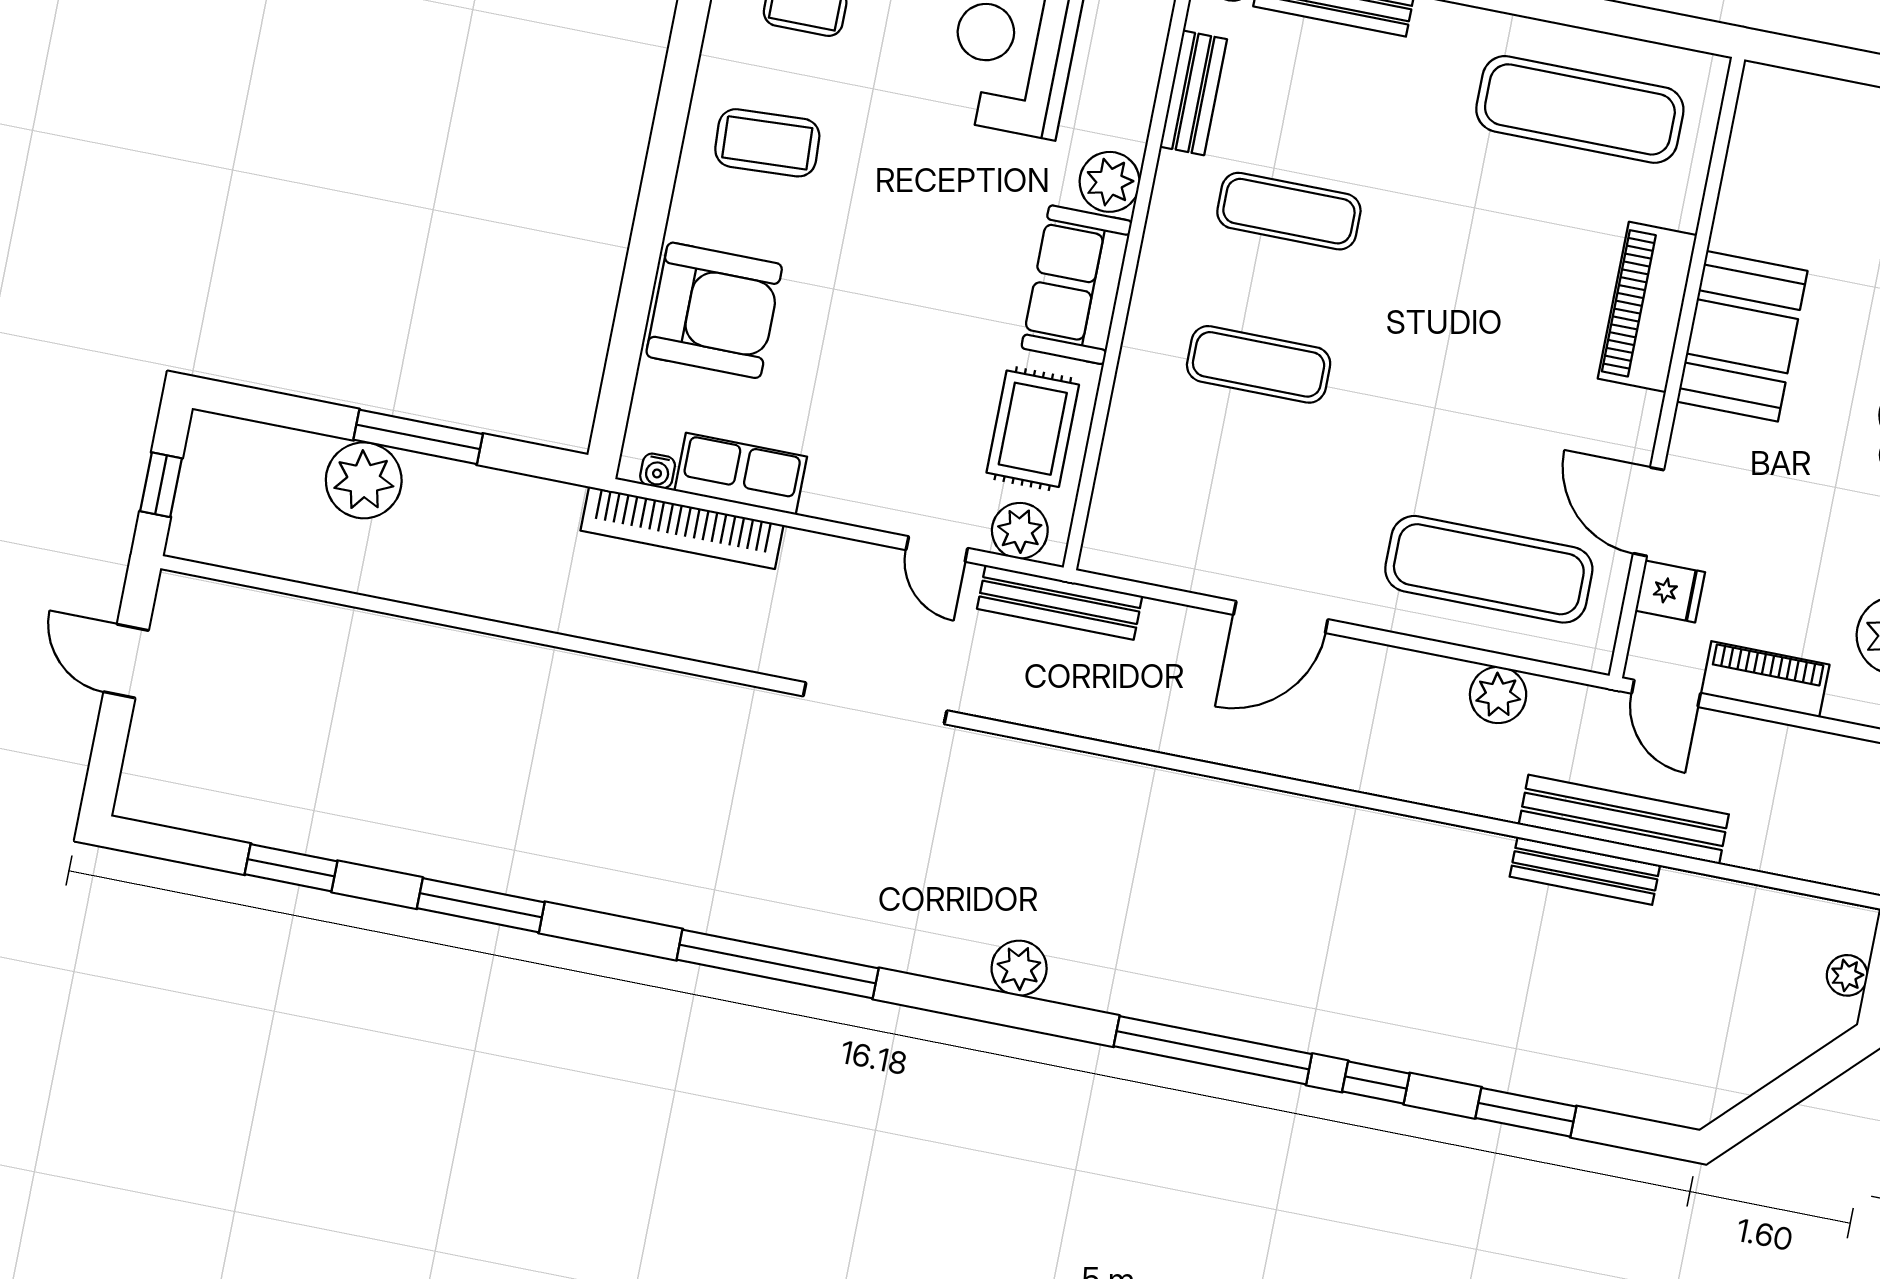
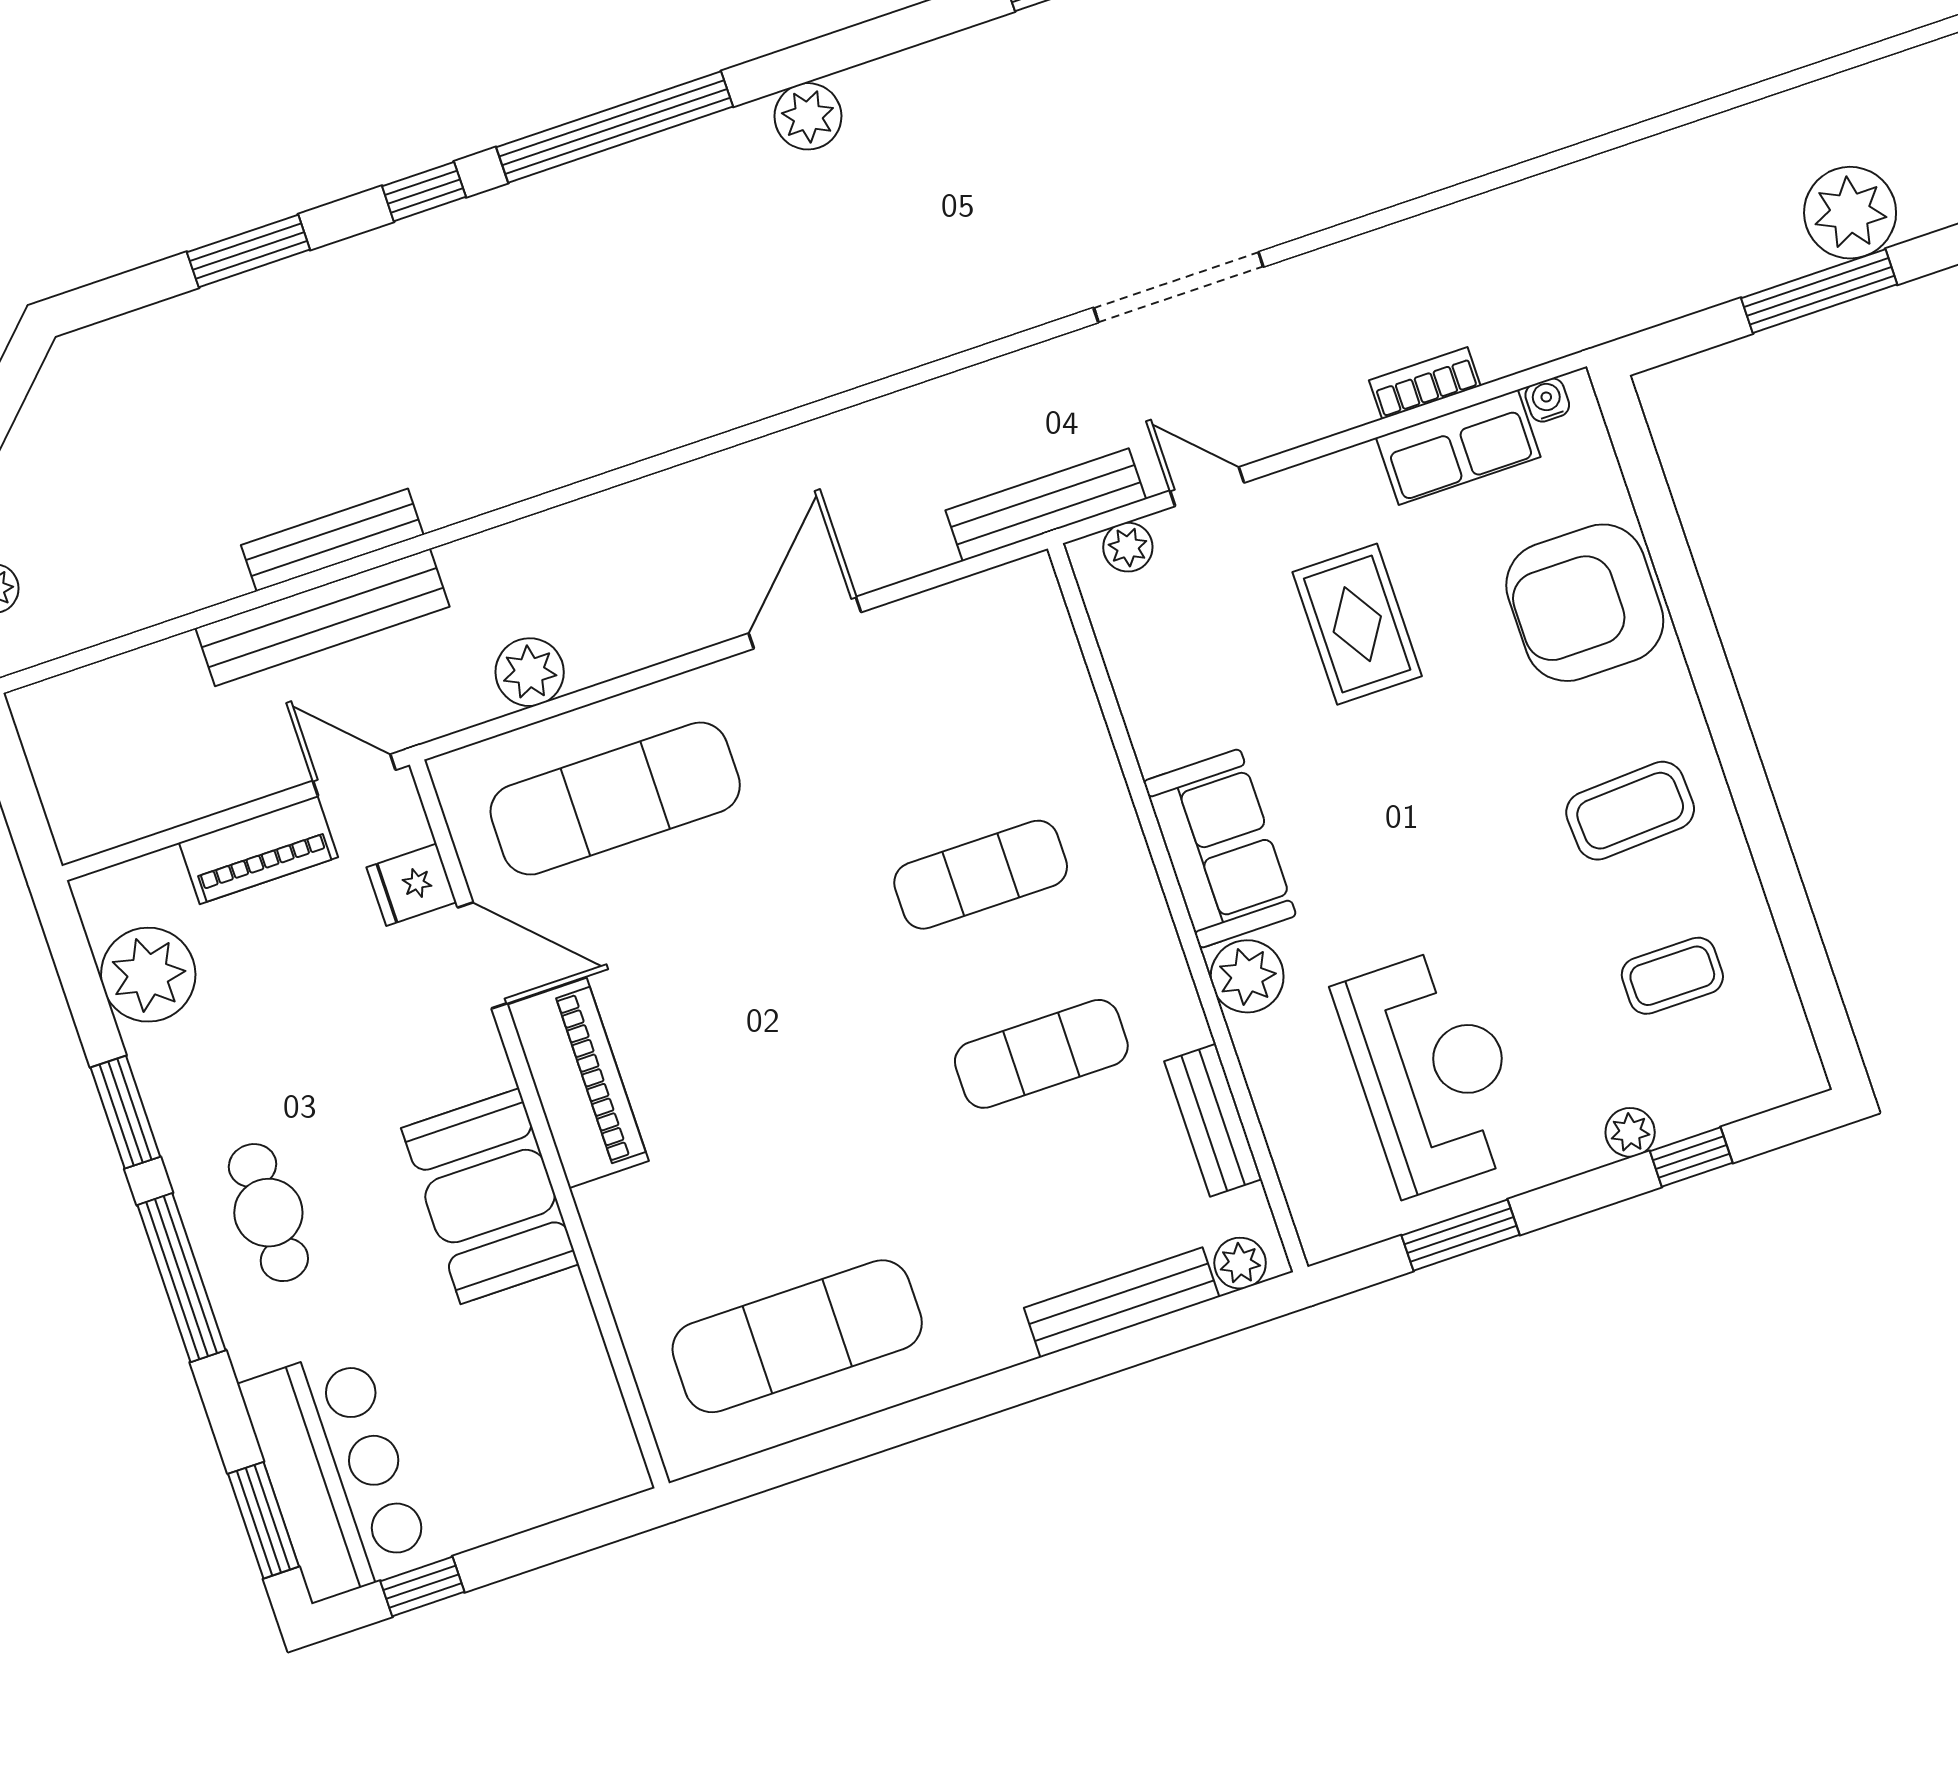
piano: (1647, 307) -> (578, 1083), moved
rug: (1033, 429) -> (1357, 624), moved
bookcase: (682, 528) -> (1425, 383), width x0.43, depth x0.76
plant: (1020, 531) -> (1128, 547), width x0.73, depth x0.73
plant: (1019, 968) -> (808, 116), moved

